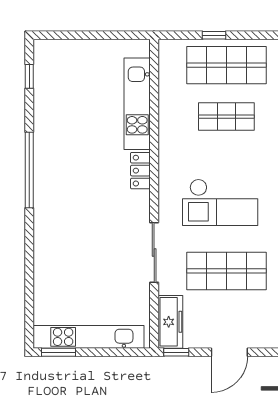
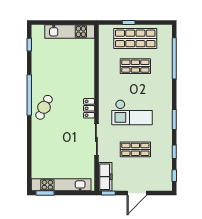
kitchen unit: (137, 104) -> (70, 31), moved, turned -90
locker: (140, 171) -> (89, 108), moved
cafe table: (57, 193) -> (44, 107), added
shop shelf: (226, 271) -> (135, 149), width x0.70, depth x0.74

